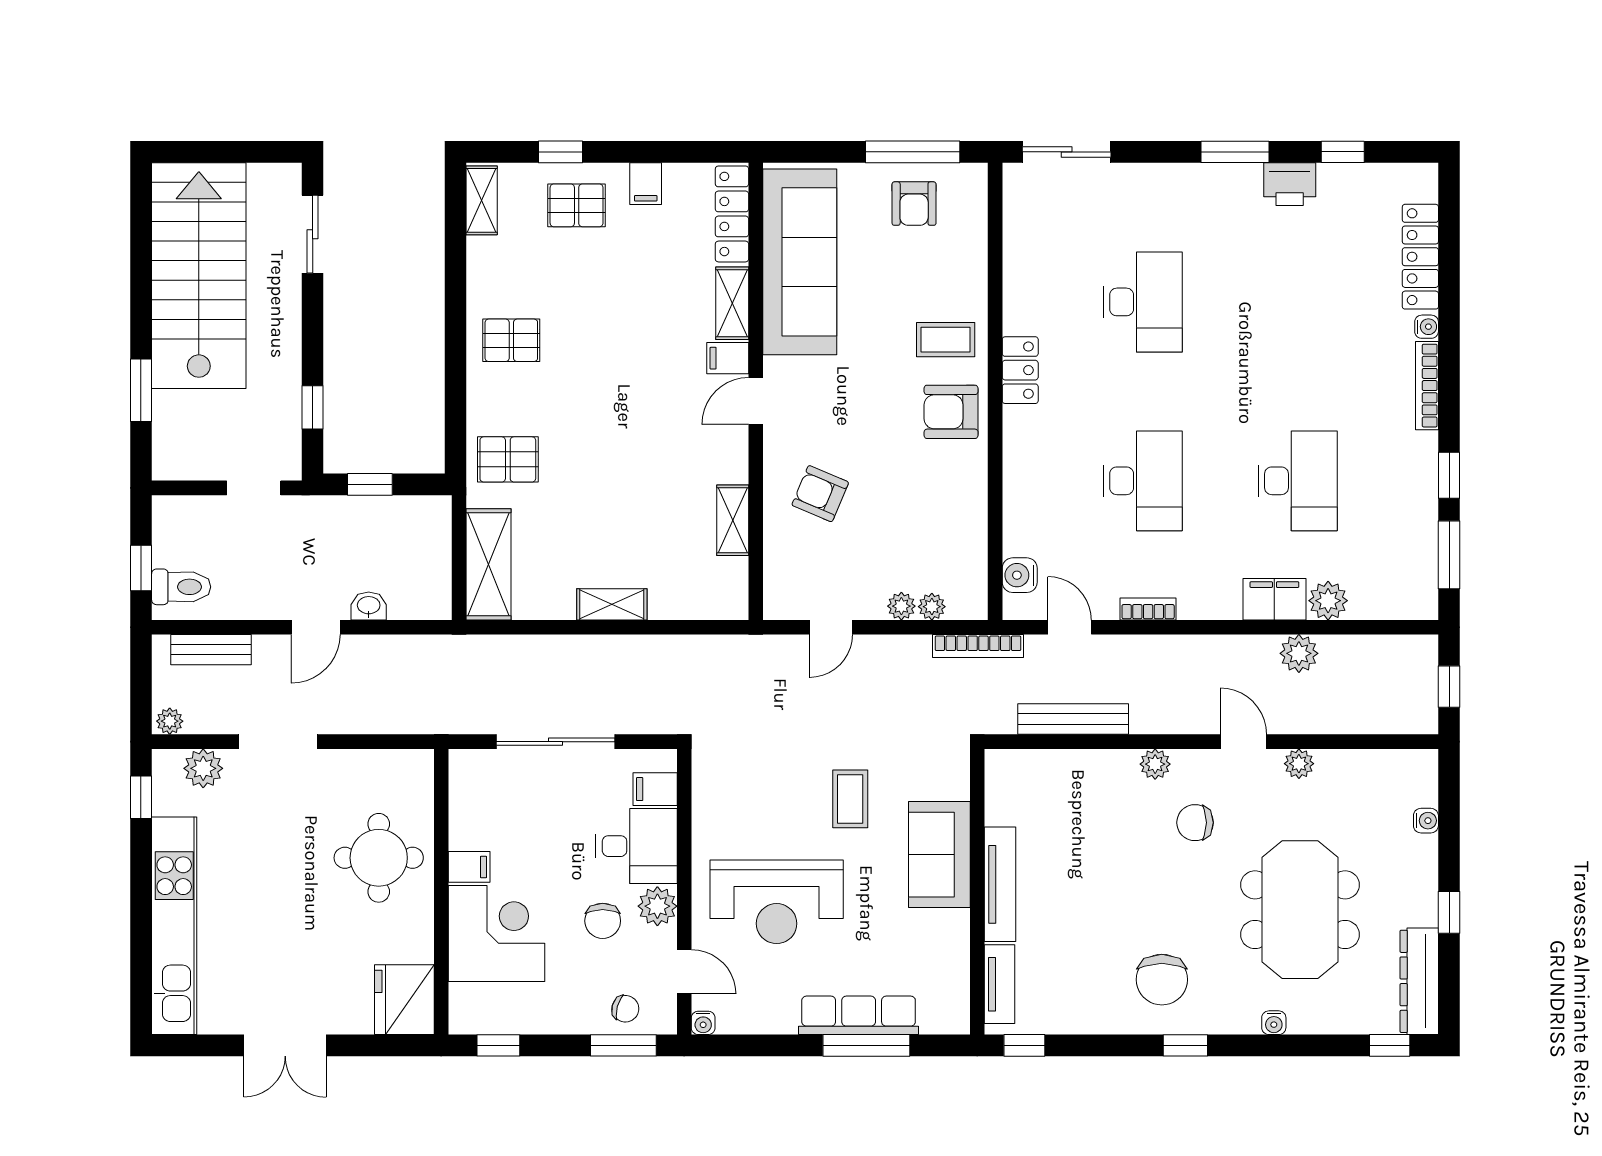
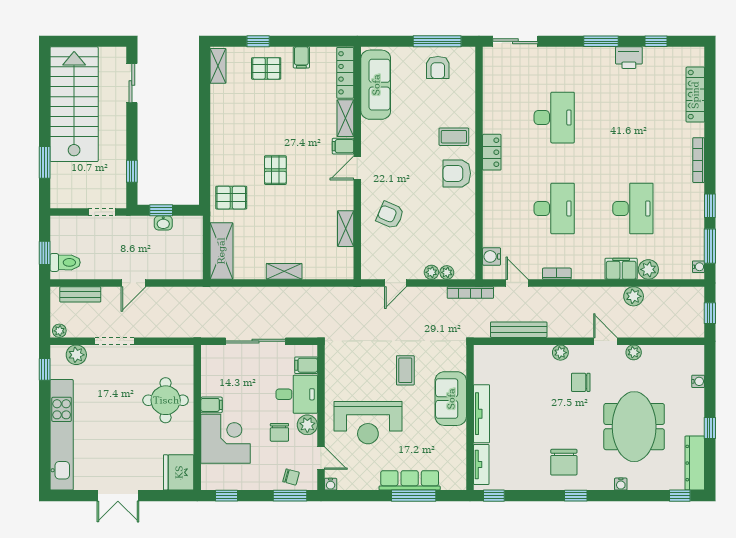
sofa: (800, 262) -> (376, 85), width x0.74, depth x0.79
water cooler: (1427, 327) -> (698, 267), moved
pallet: (511, 340) -> (275, 170), moved, turned 90
washbasin: (369, 606) -> (163, 223), moved, turned 180

